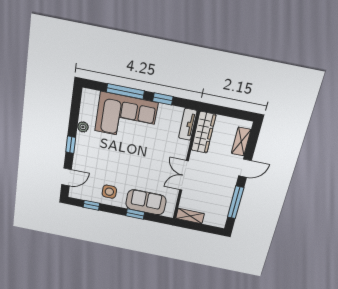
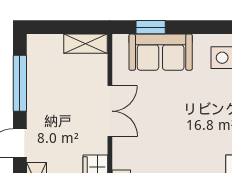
window: (135, 214) -> (151, 27), moved

